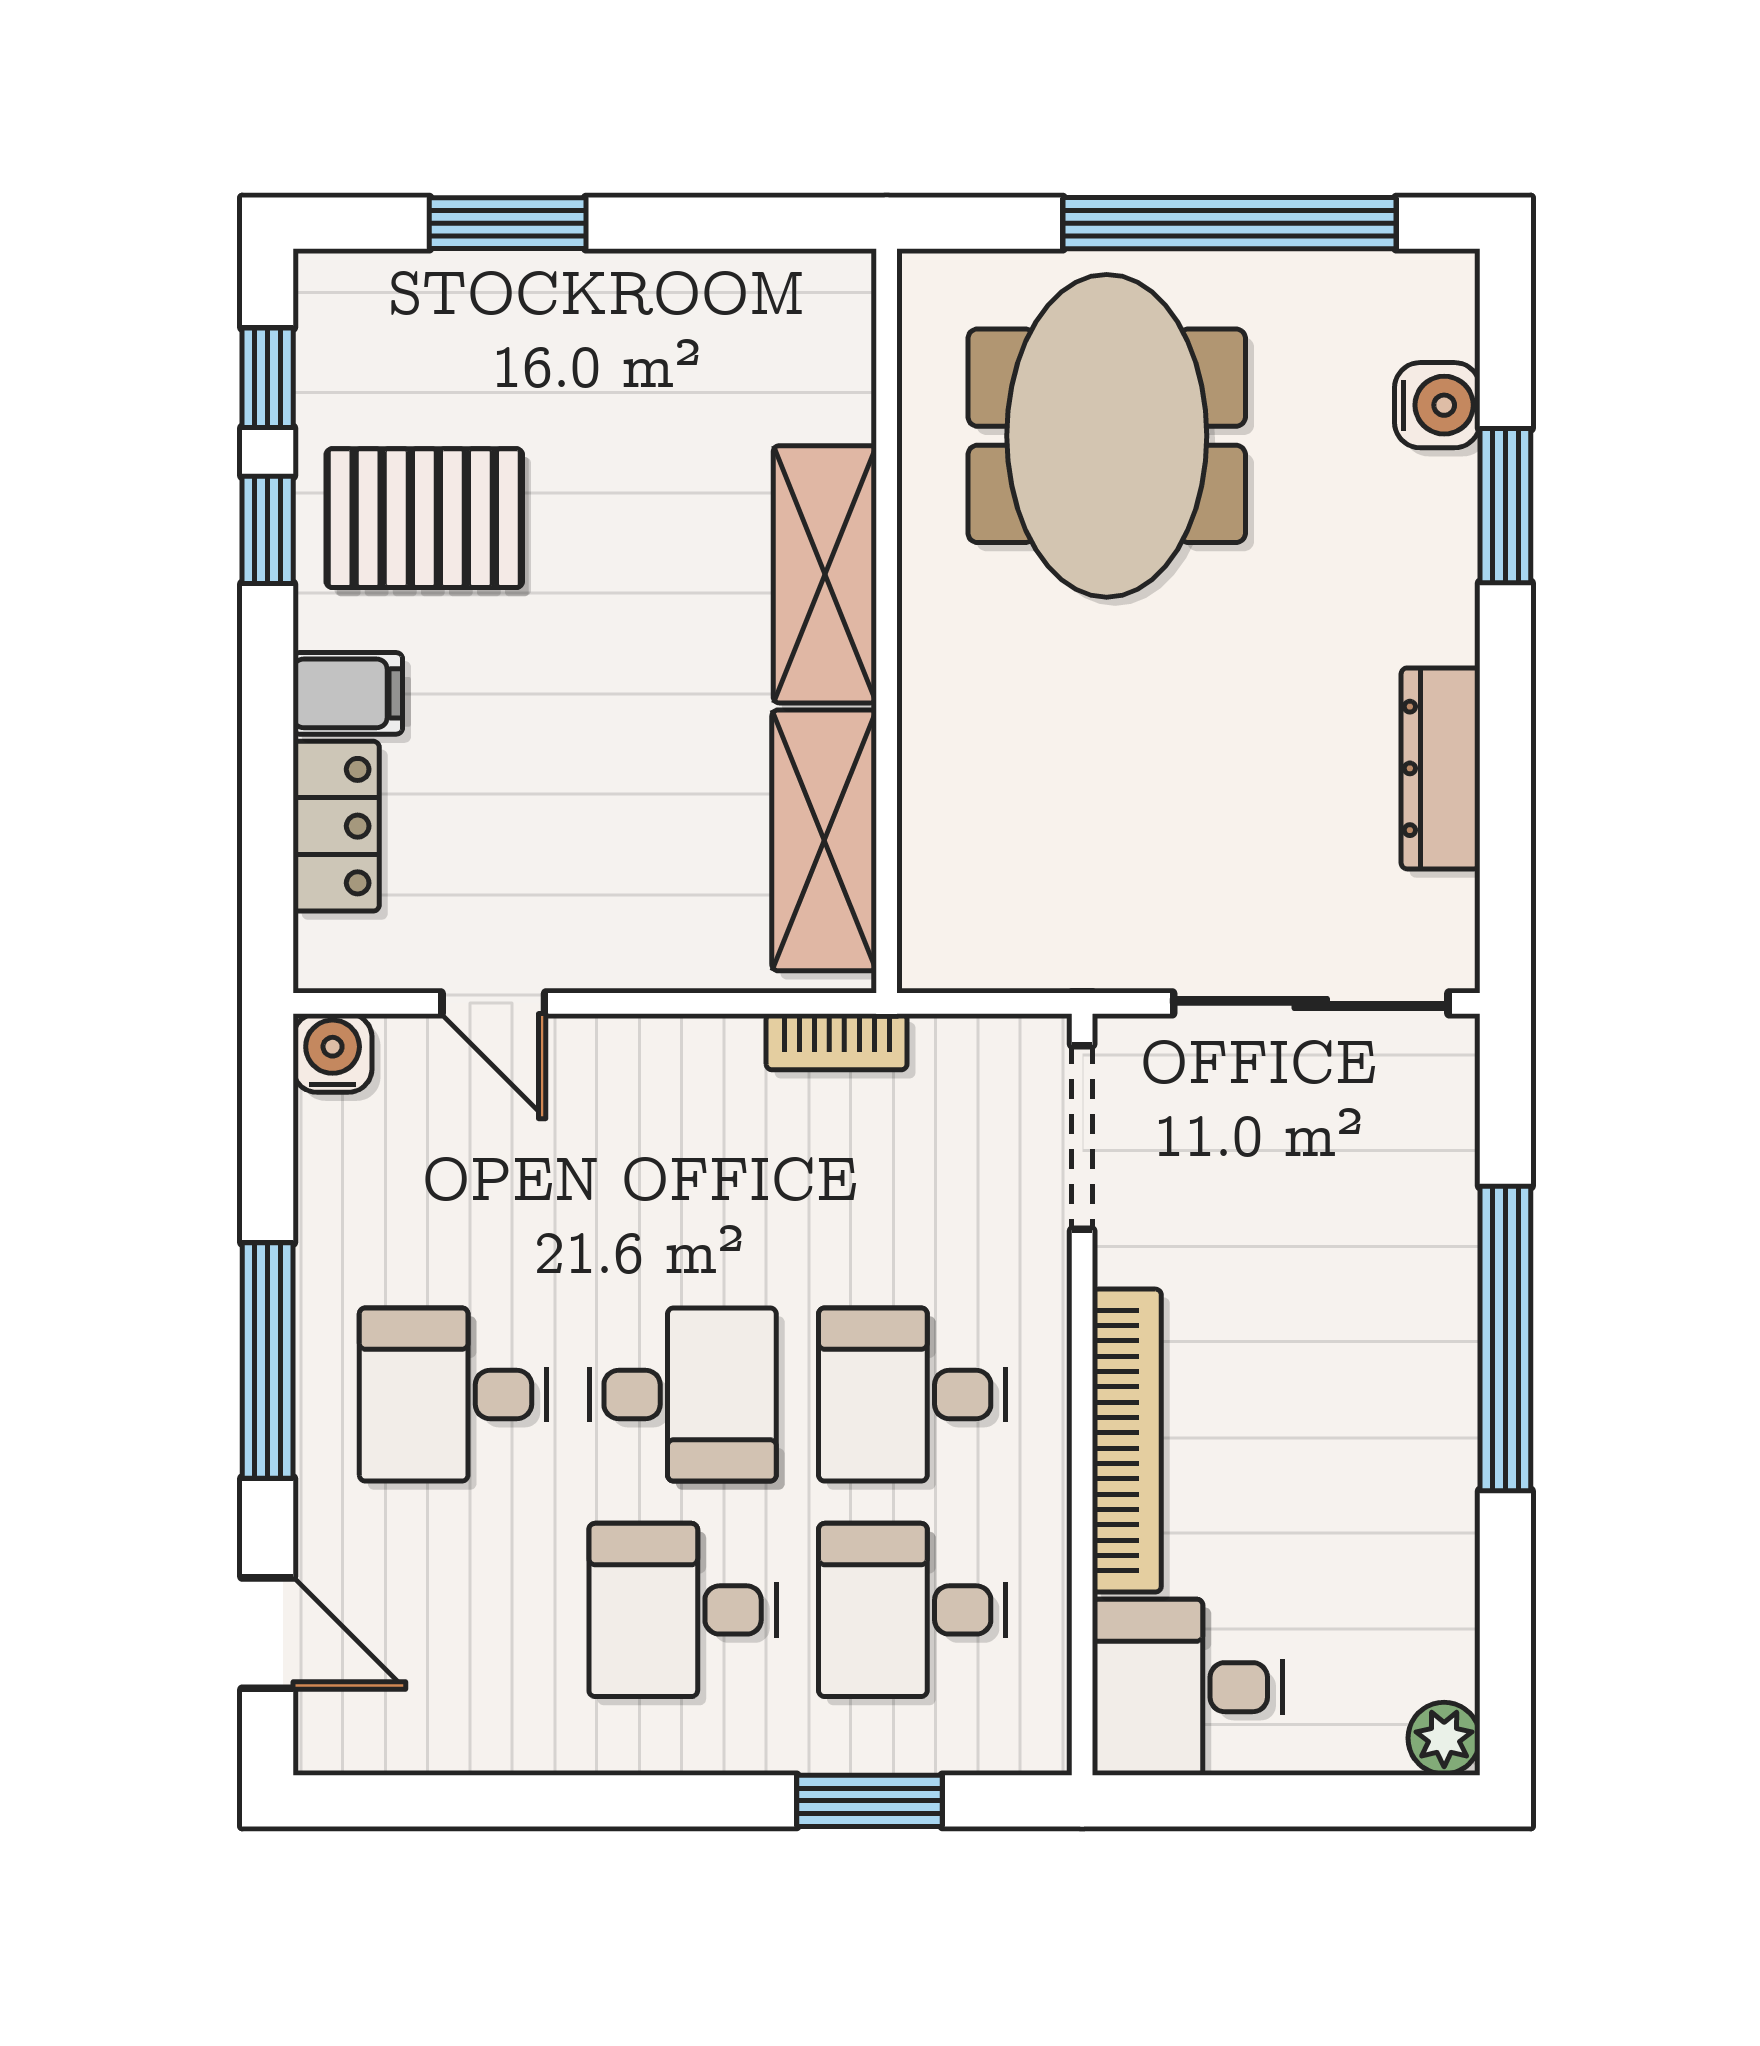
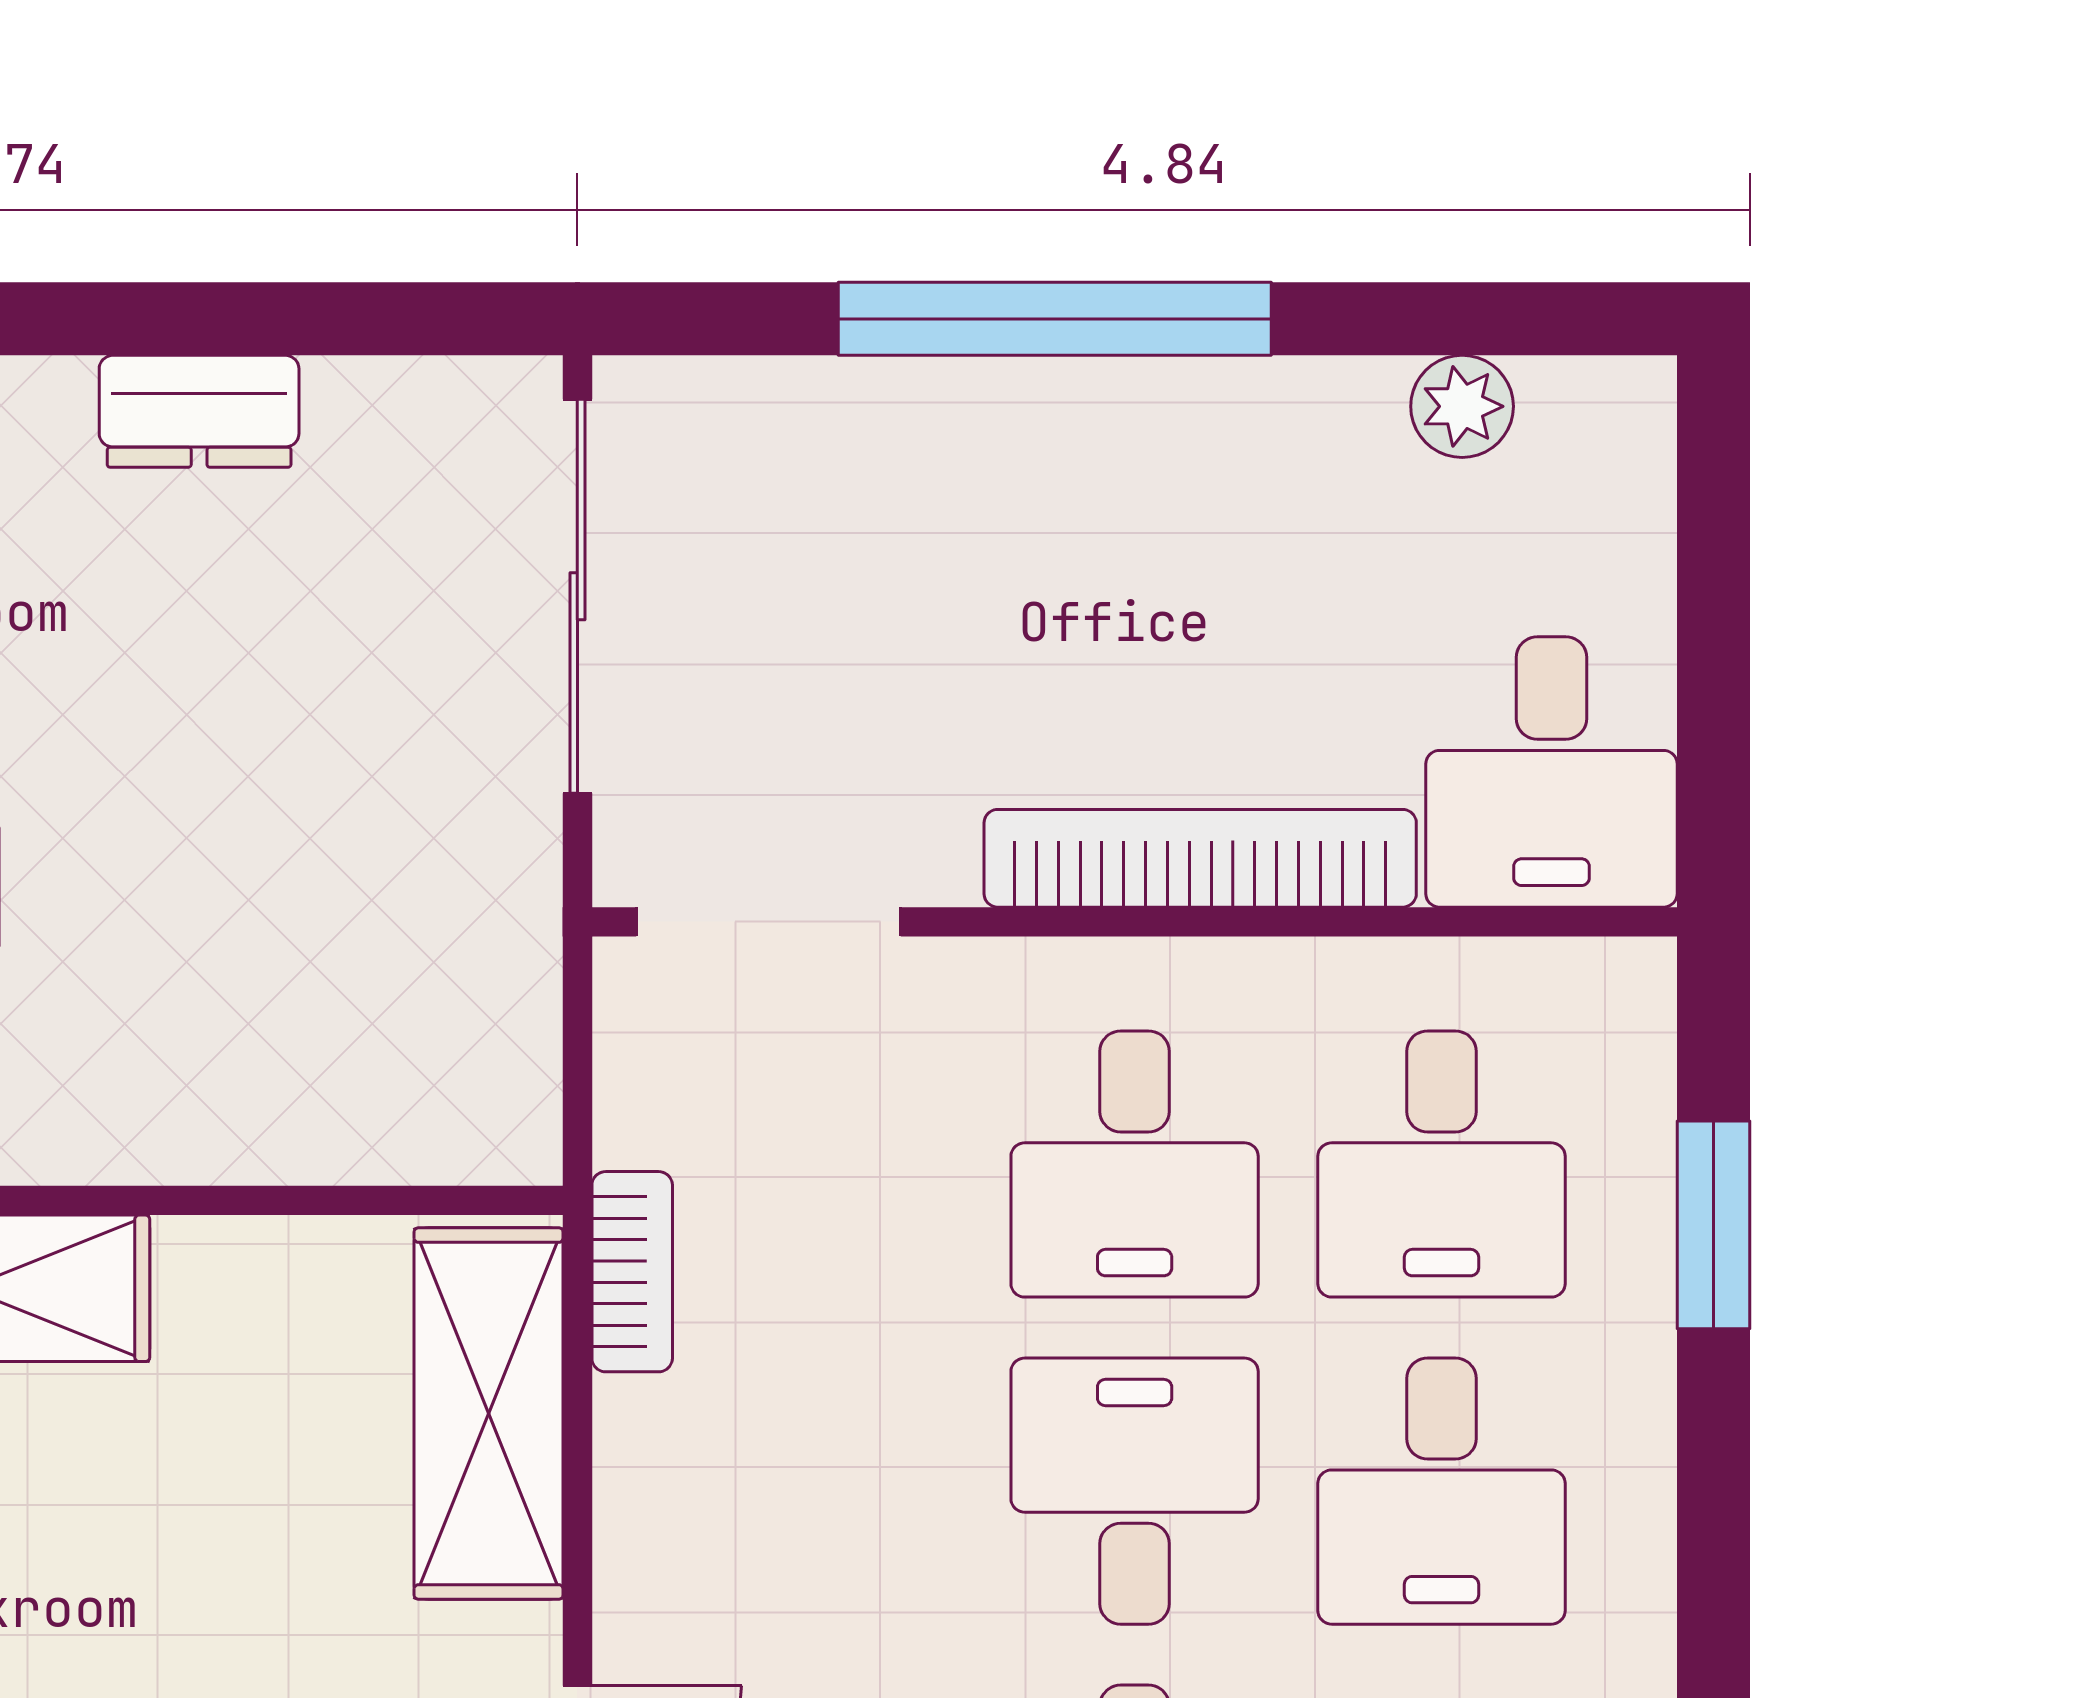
dresser: (1441, 768) -> (199, 411), width x0.70
shelving: (824, 840) -> (489, 1414), moved, turned 90
plant: (1444, 1738) -> (1462, 406), moved

